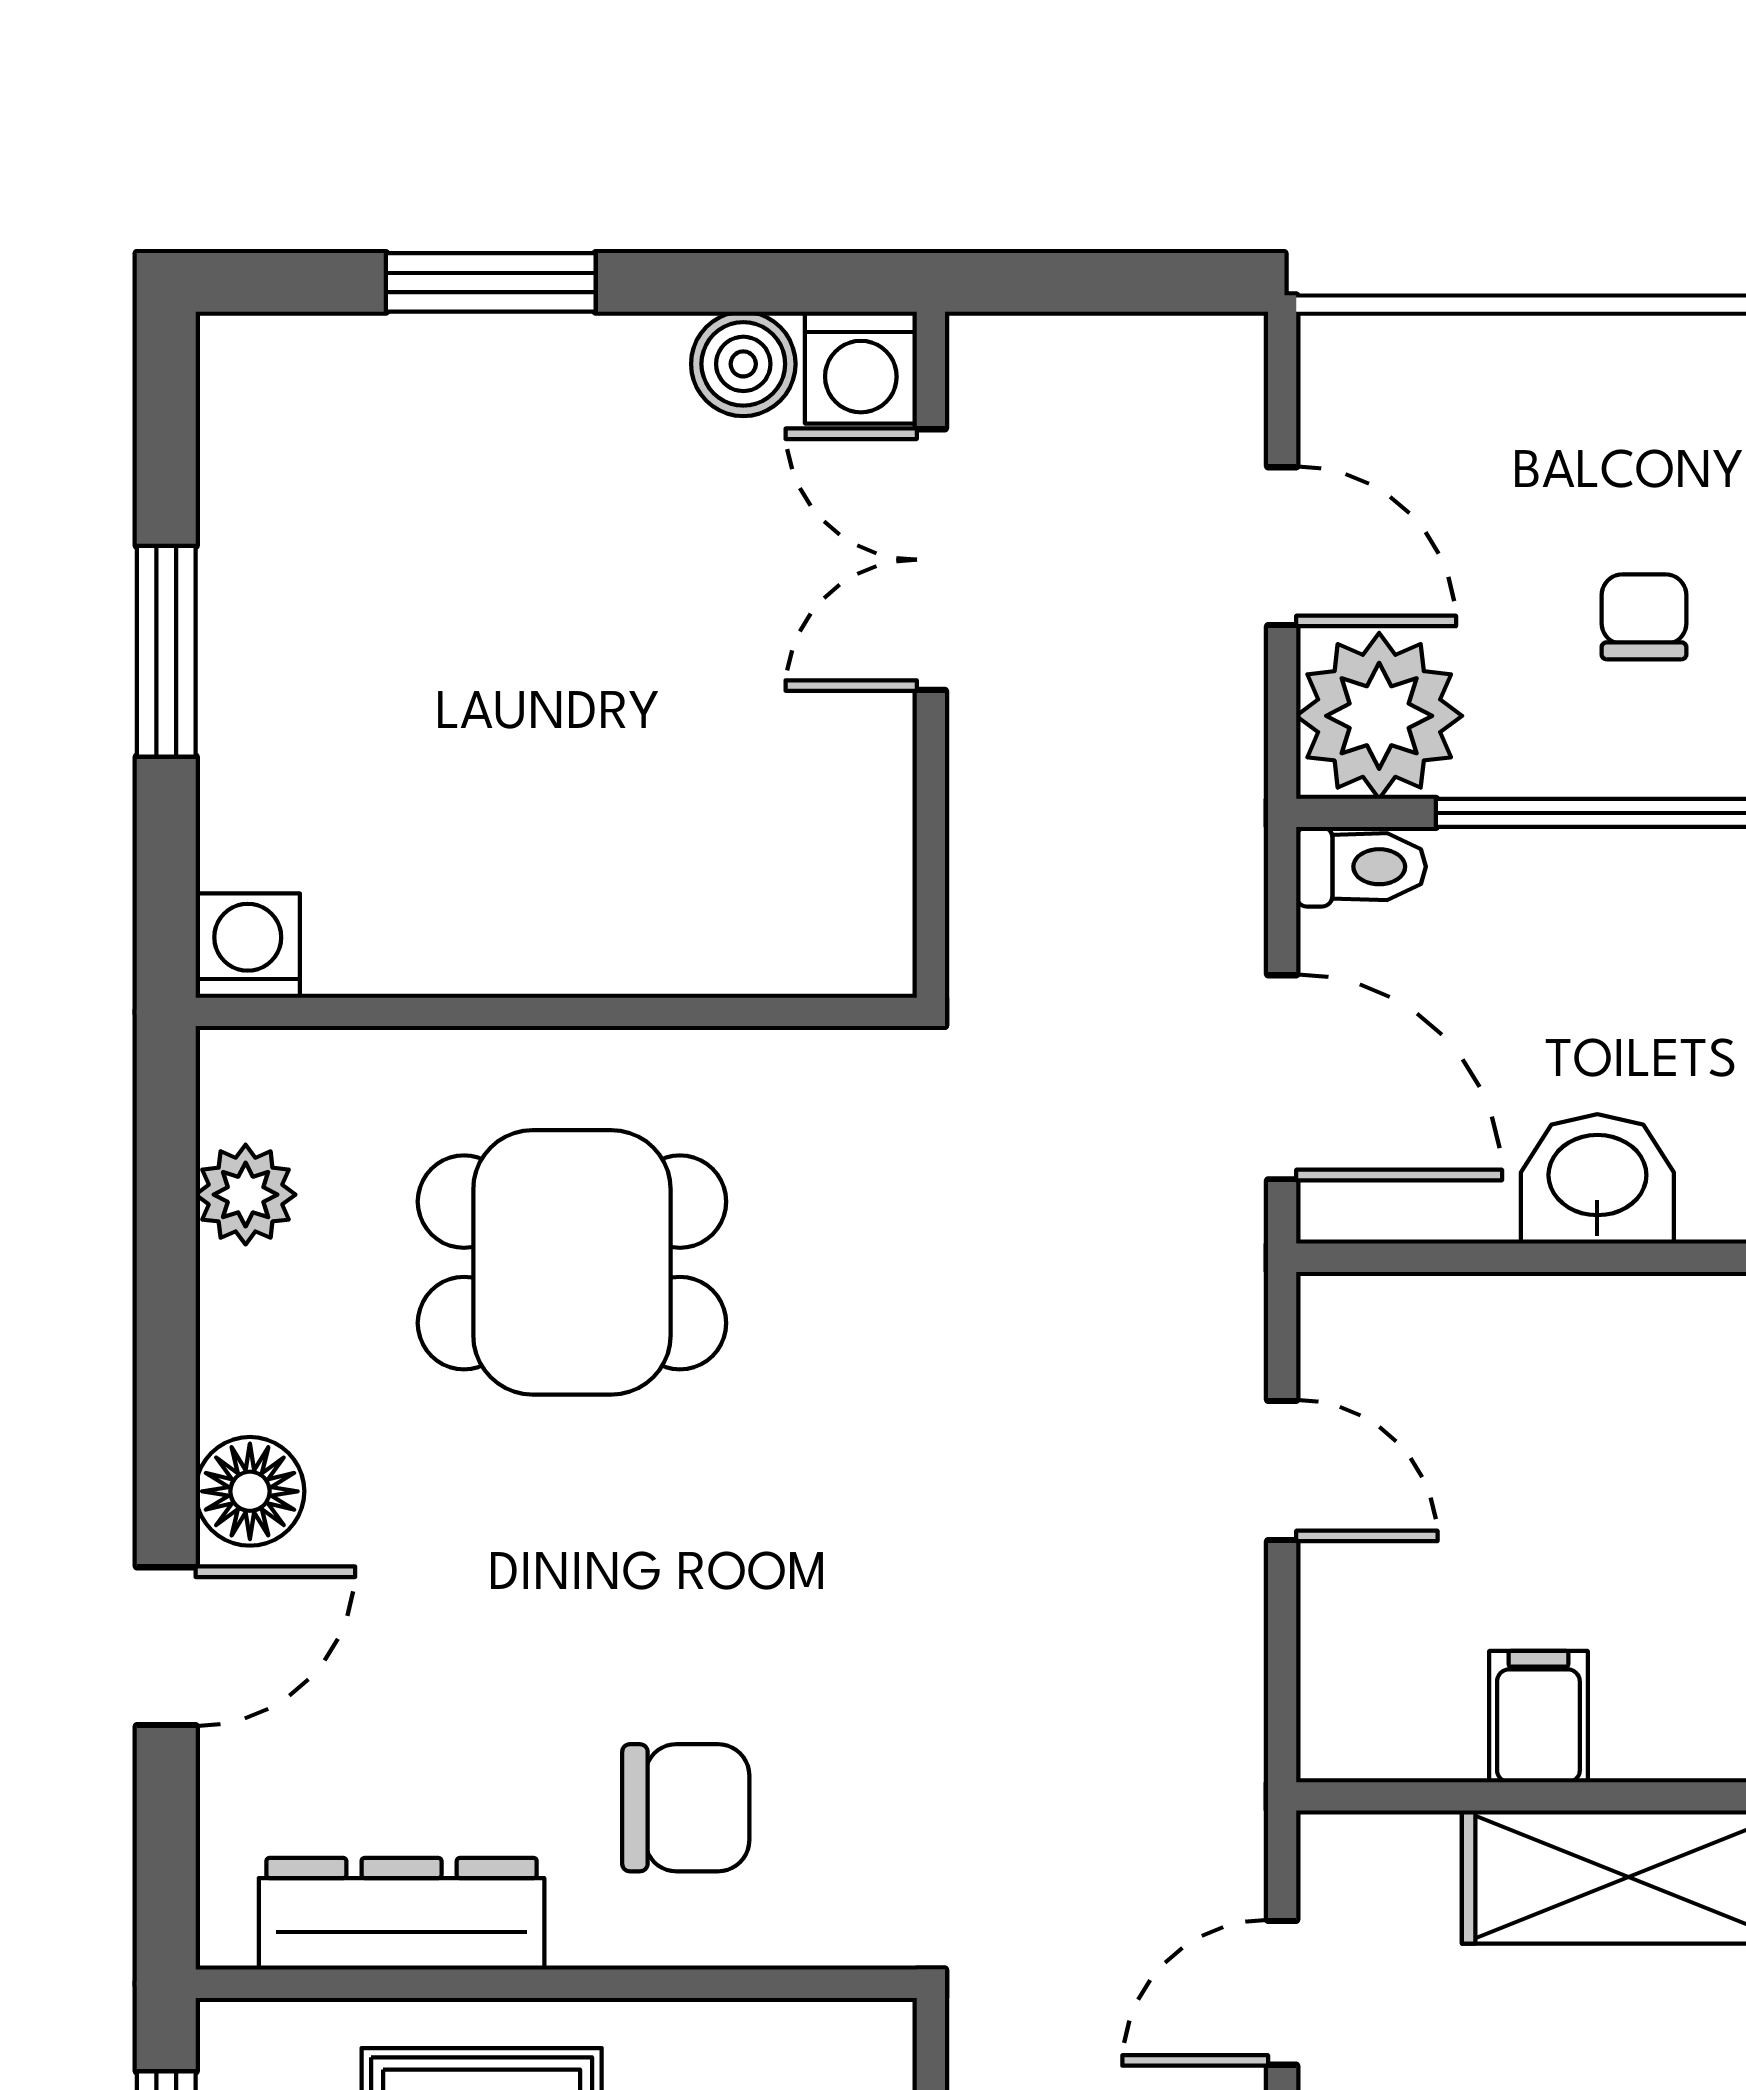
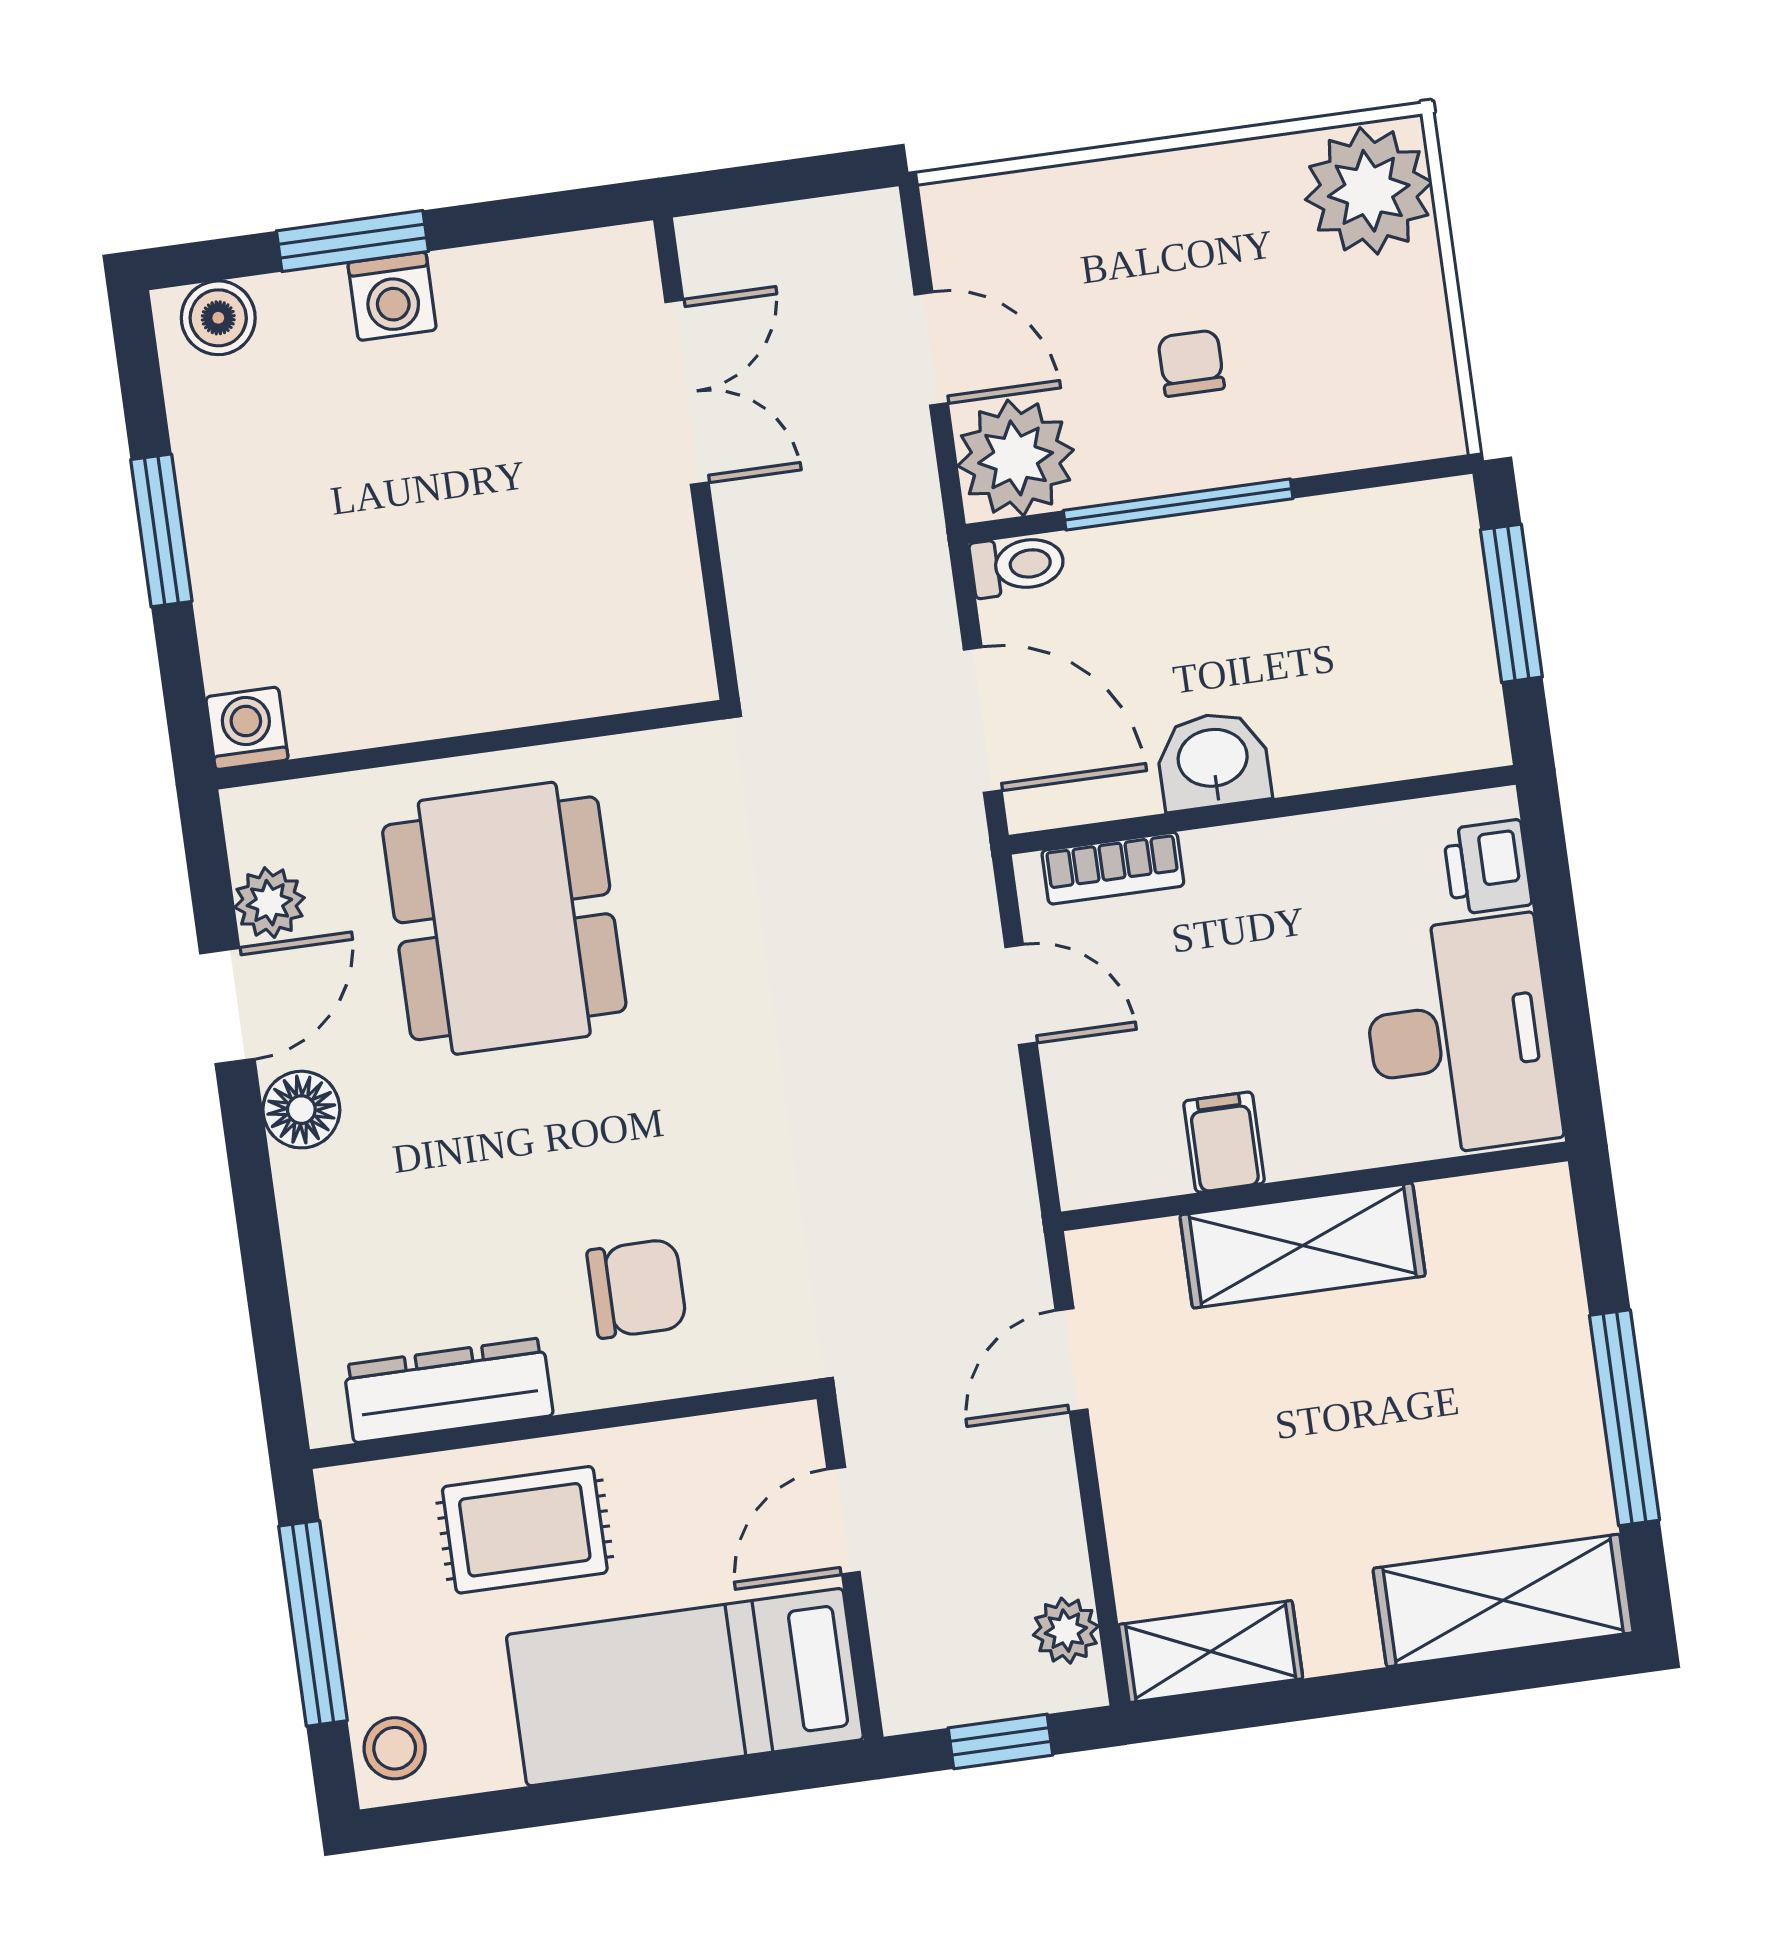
boiler: (743, 364) -> (218, 318), moved
washing machine: (861, 368) -> (392, 296), moved
double door: (931, 560) -> (687, 392), swing flipped
dining table: (572, 1262) -> (504, 918), width x1.38
bookcase: (1436, 1311) -> (1113, 868), added
door: (166, 1646) -> (227, 1006), moved

